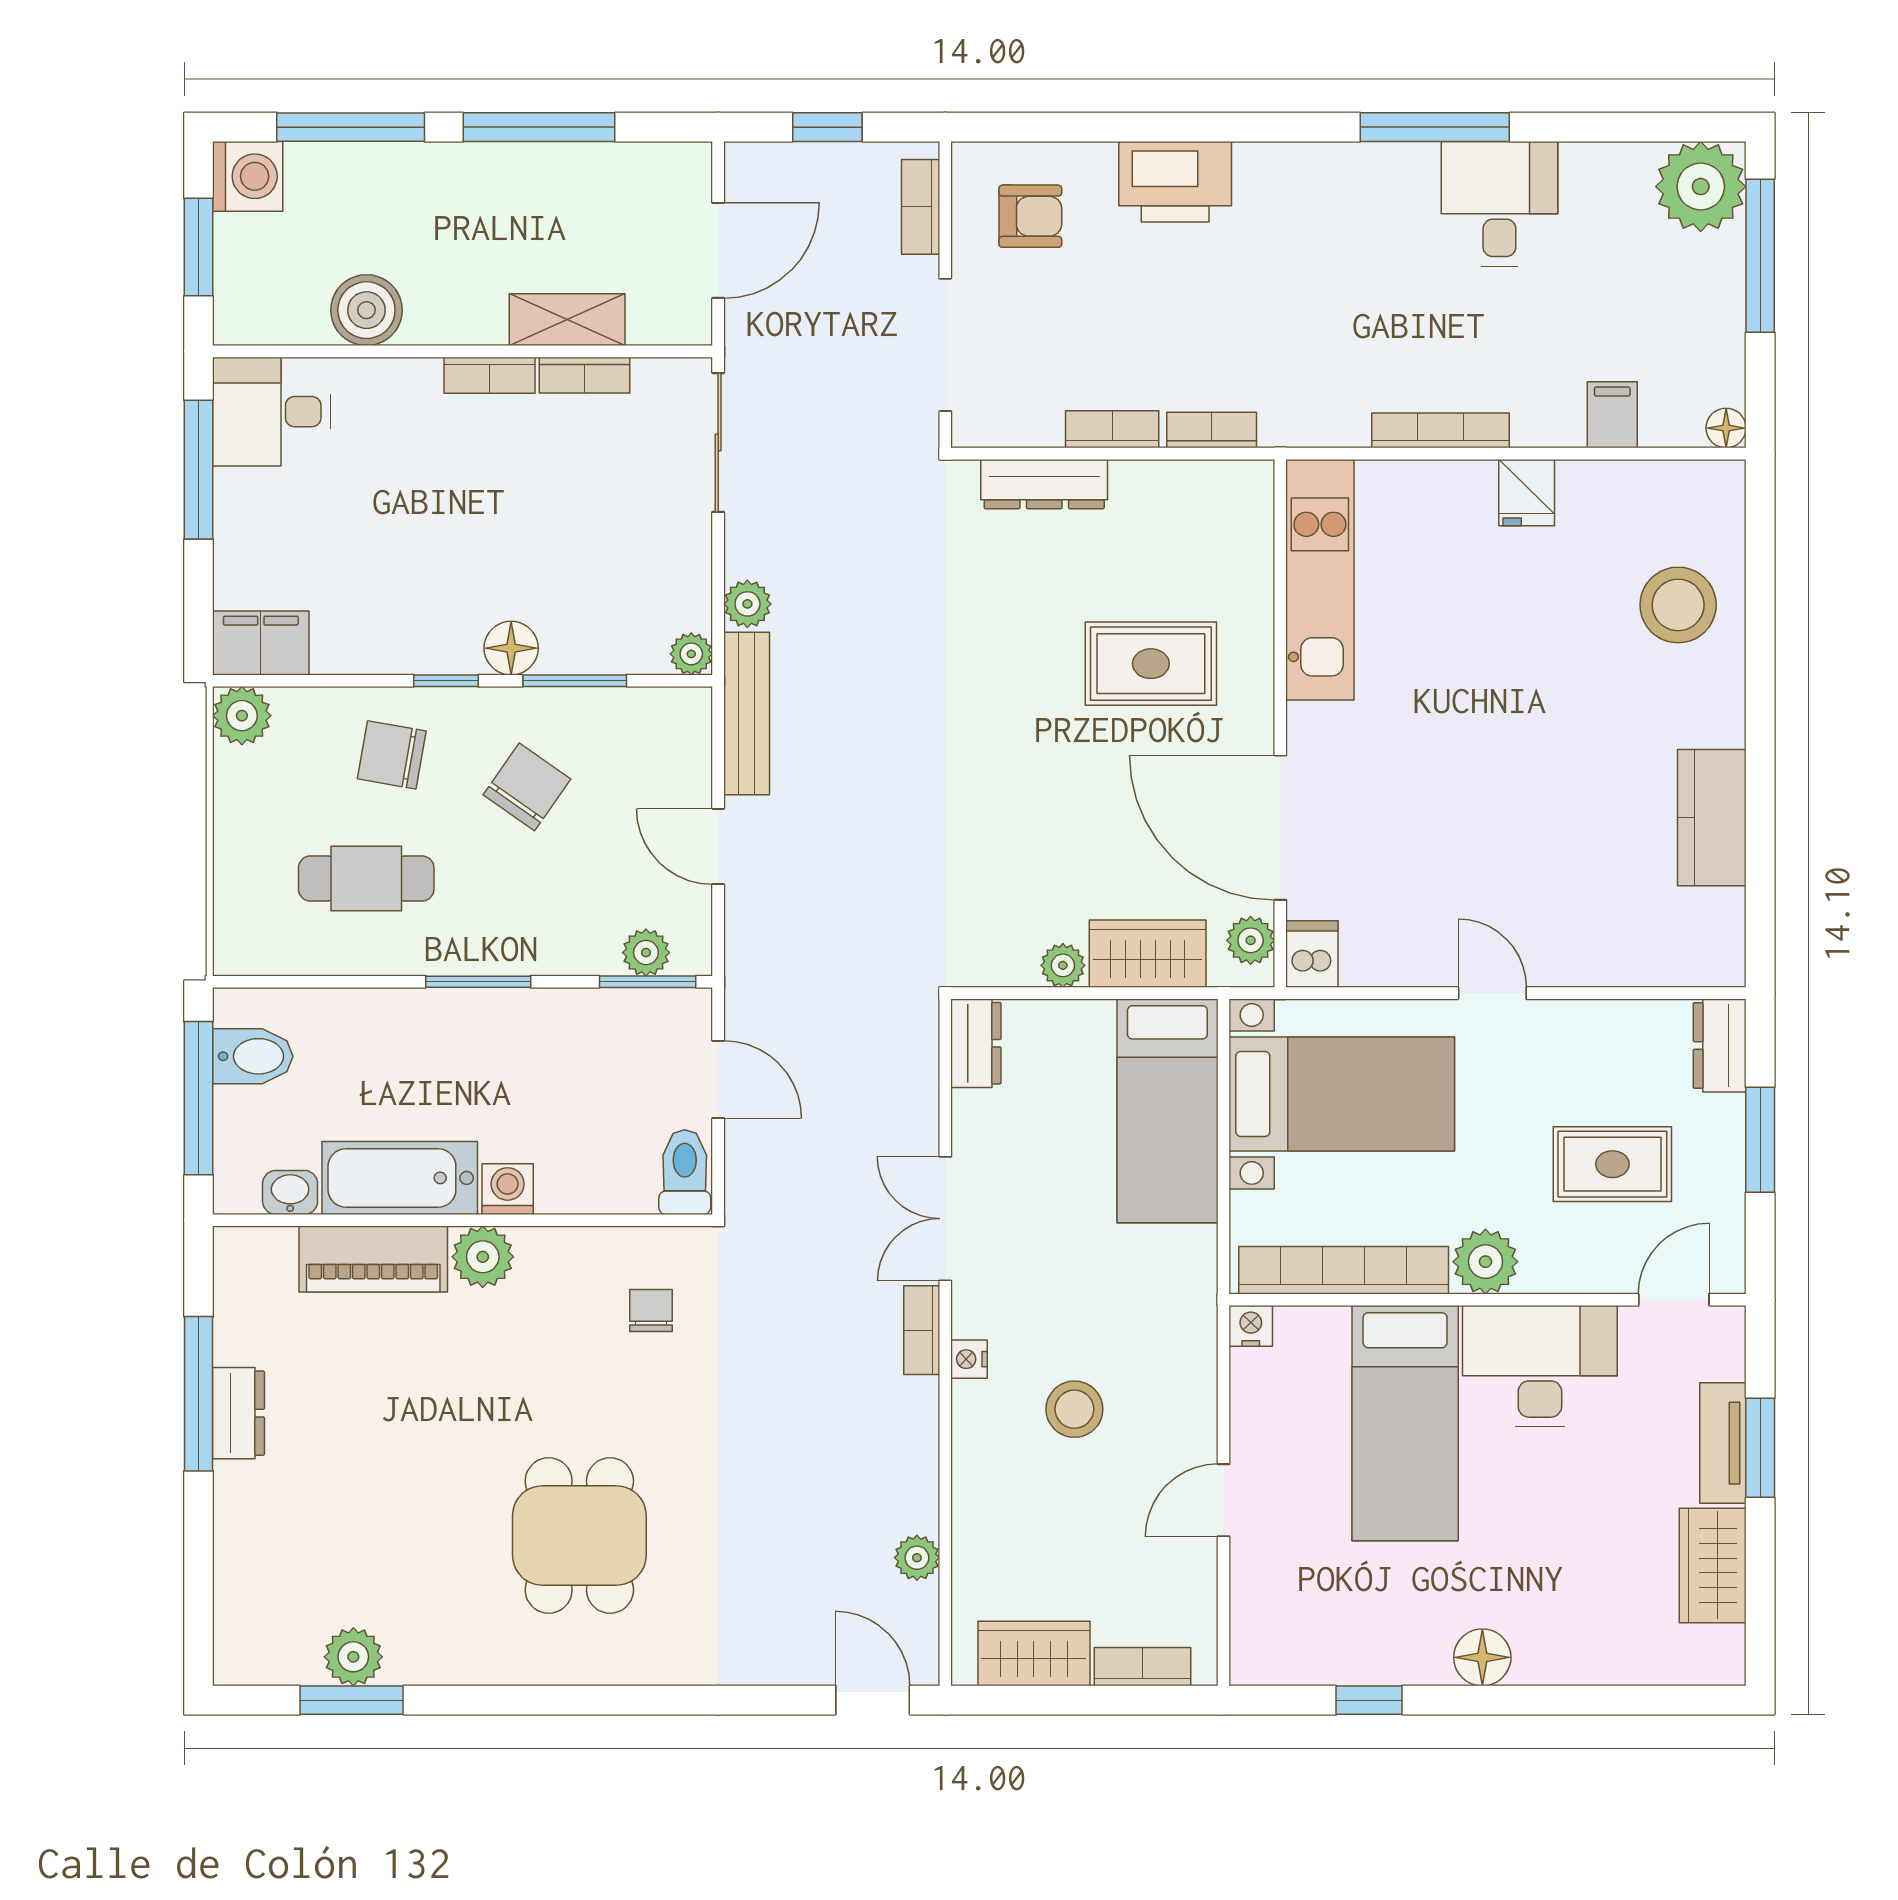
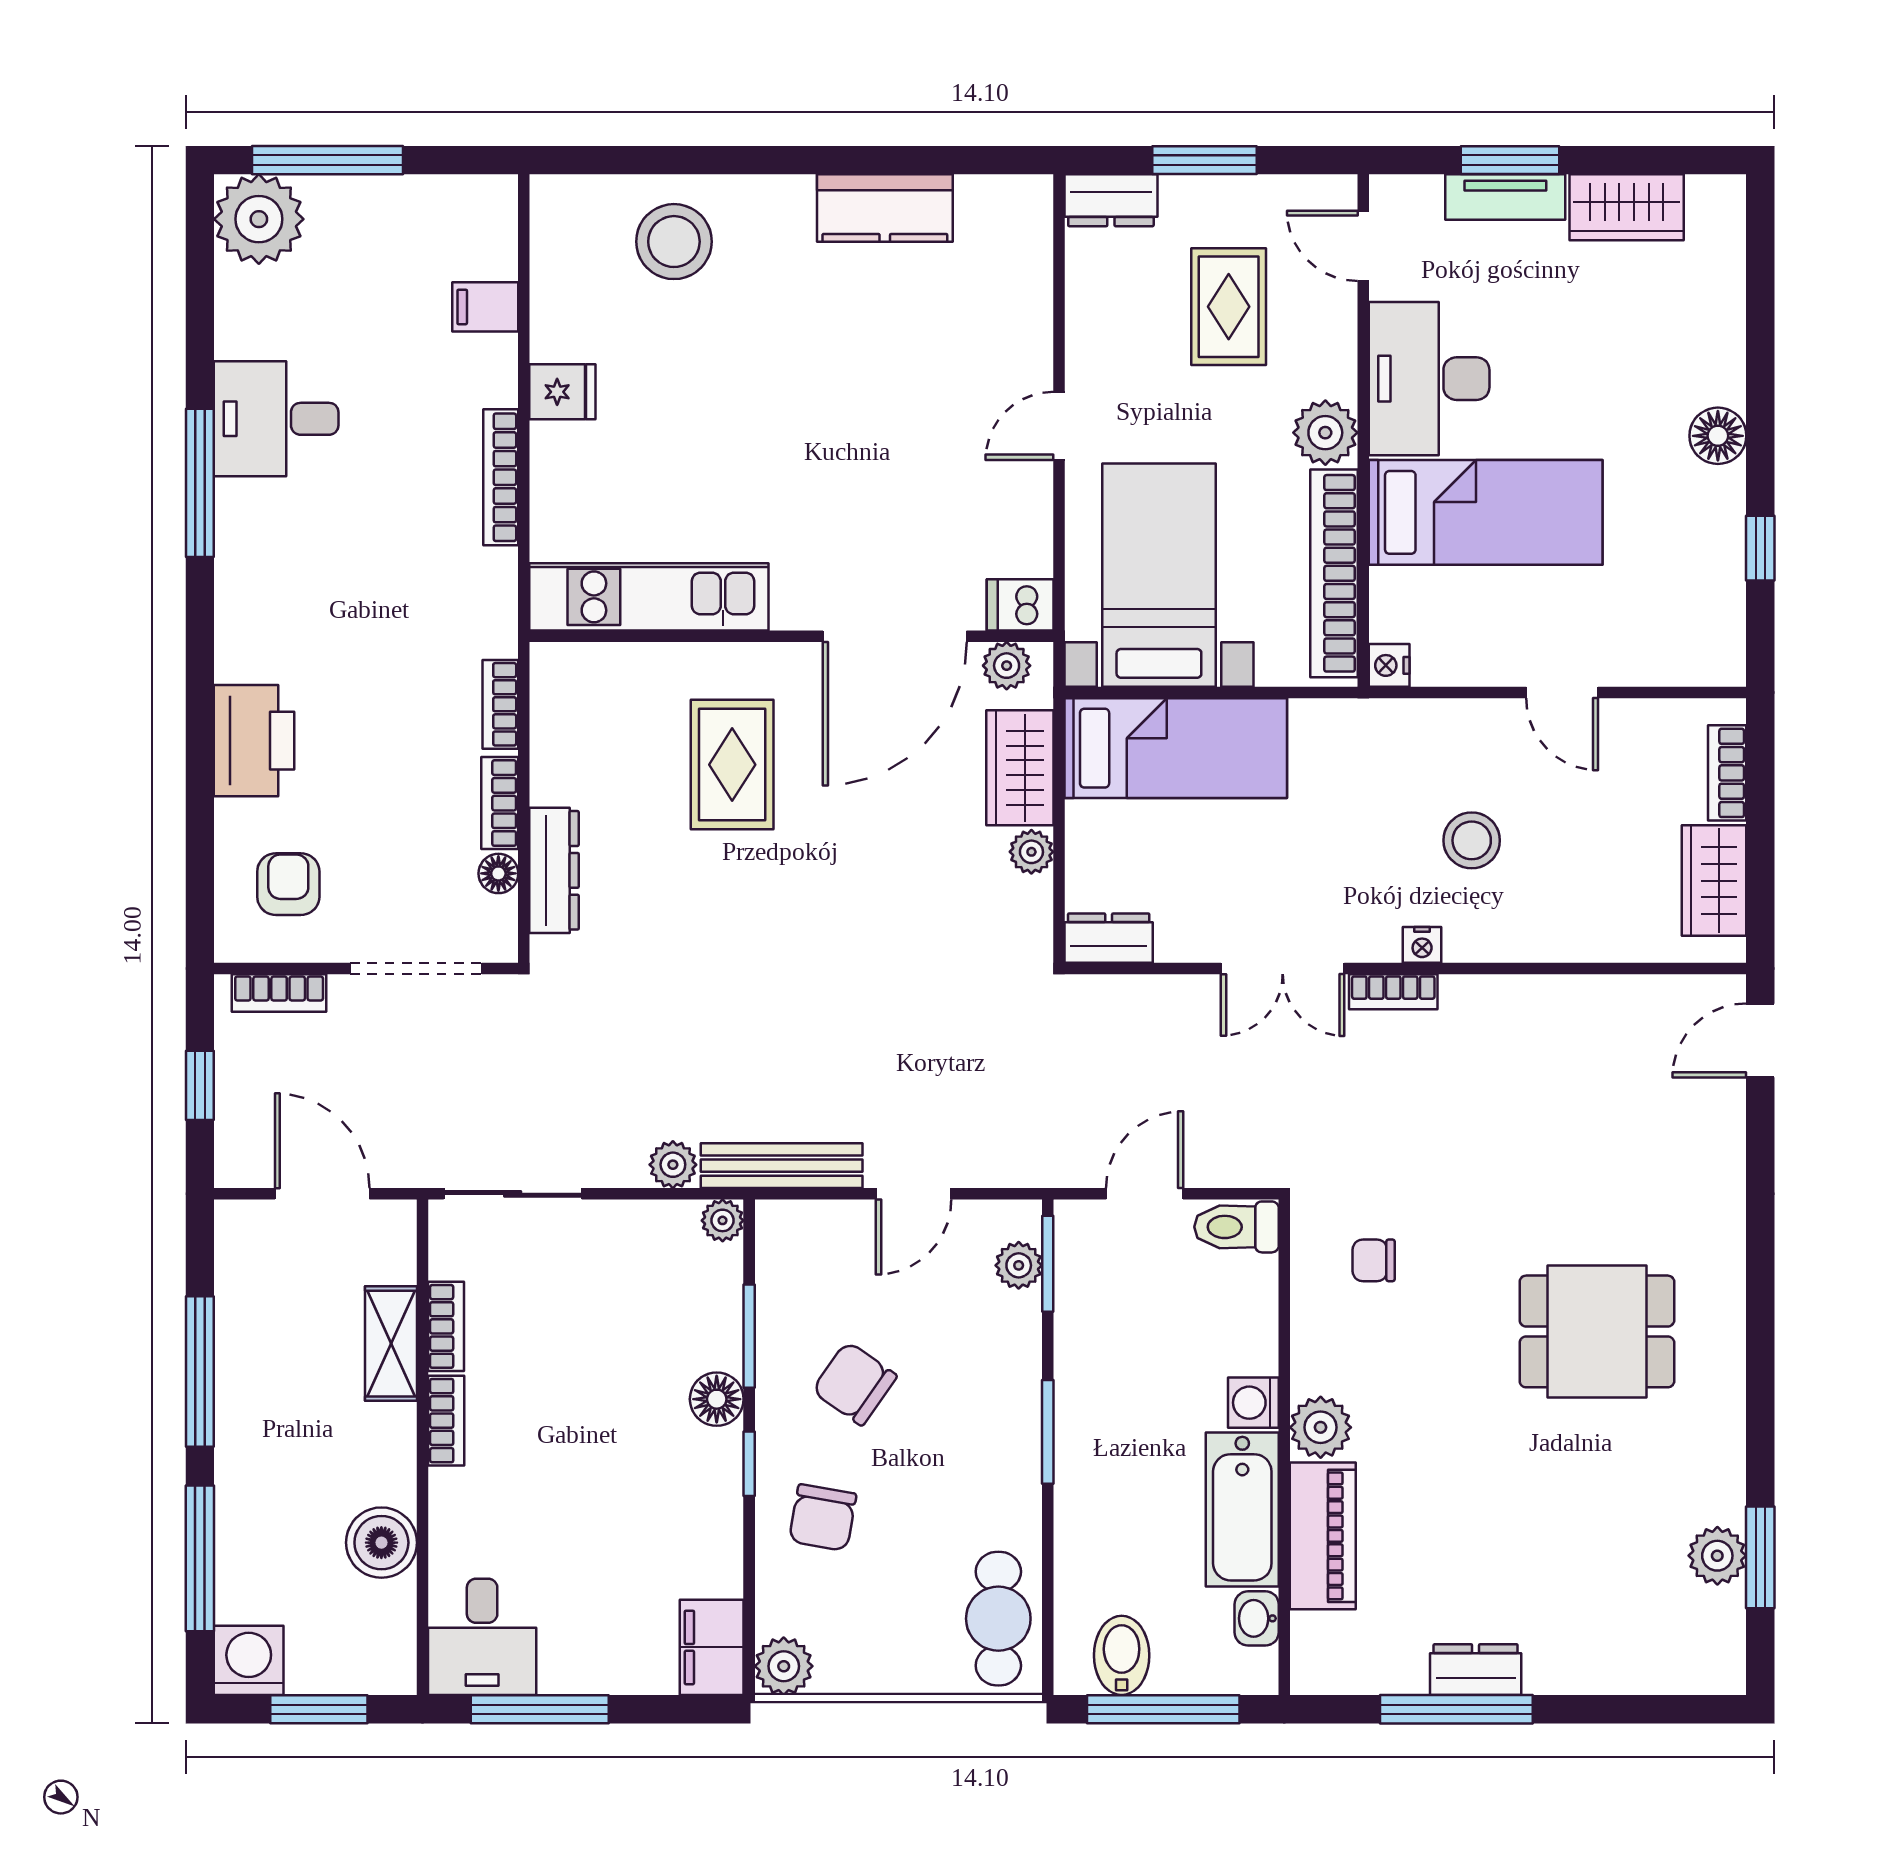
floor lamp: (1726, 428) -> (498, 873), moved
cafe table: (366, 878) -> (998, 1619), moved
plant: (917, 1558) -> (1619, 997), removed

